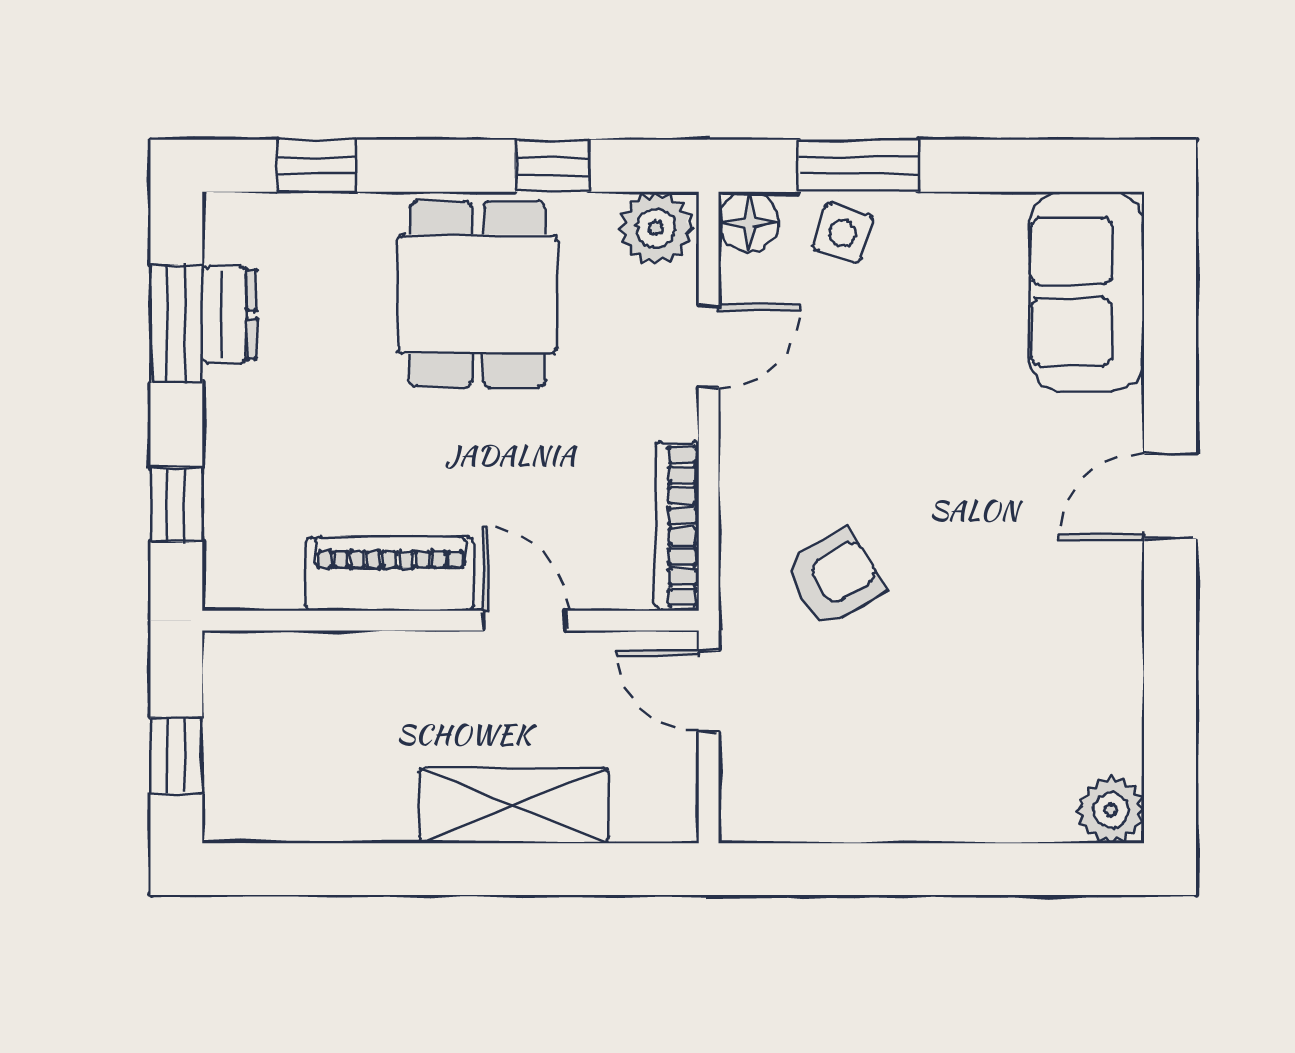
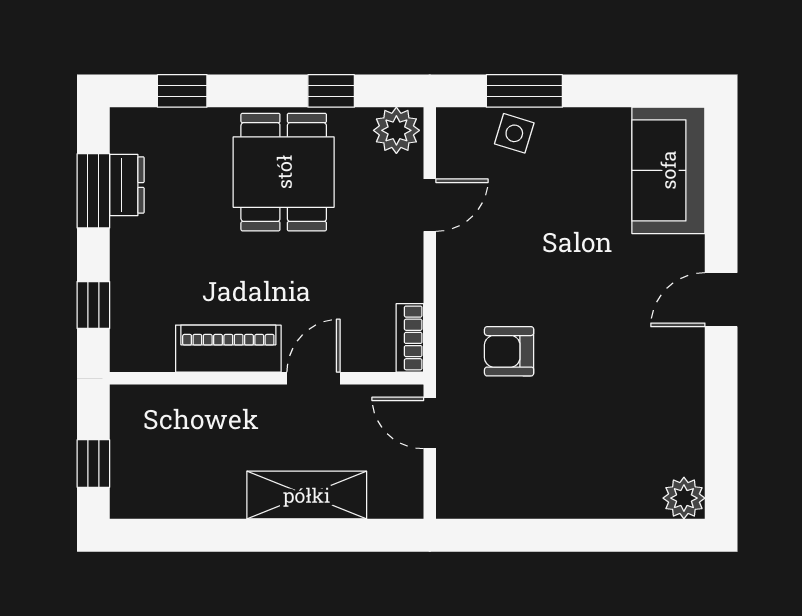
floor lamp: (749, 222) -> (455, 126), removed
bookcase: (677, 526) -> (410, 338), width x0.64
armchair: (834, 578) -> (509, 351), turned -148
door: (525, 621) -> (314, 378), hinge flipped

